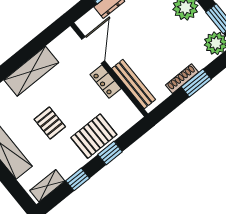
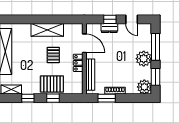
door: (93, 50) -> (84, 43), hinge flipped
window: (196, 83) -> (107, 98), moved
pallet: (50, 123) -> (53, 55), moved

